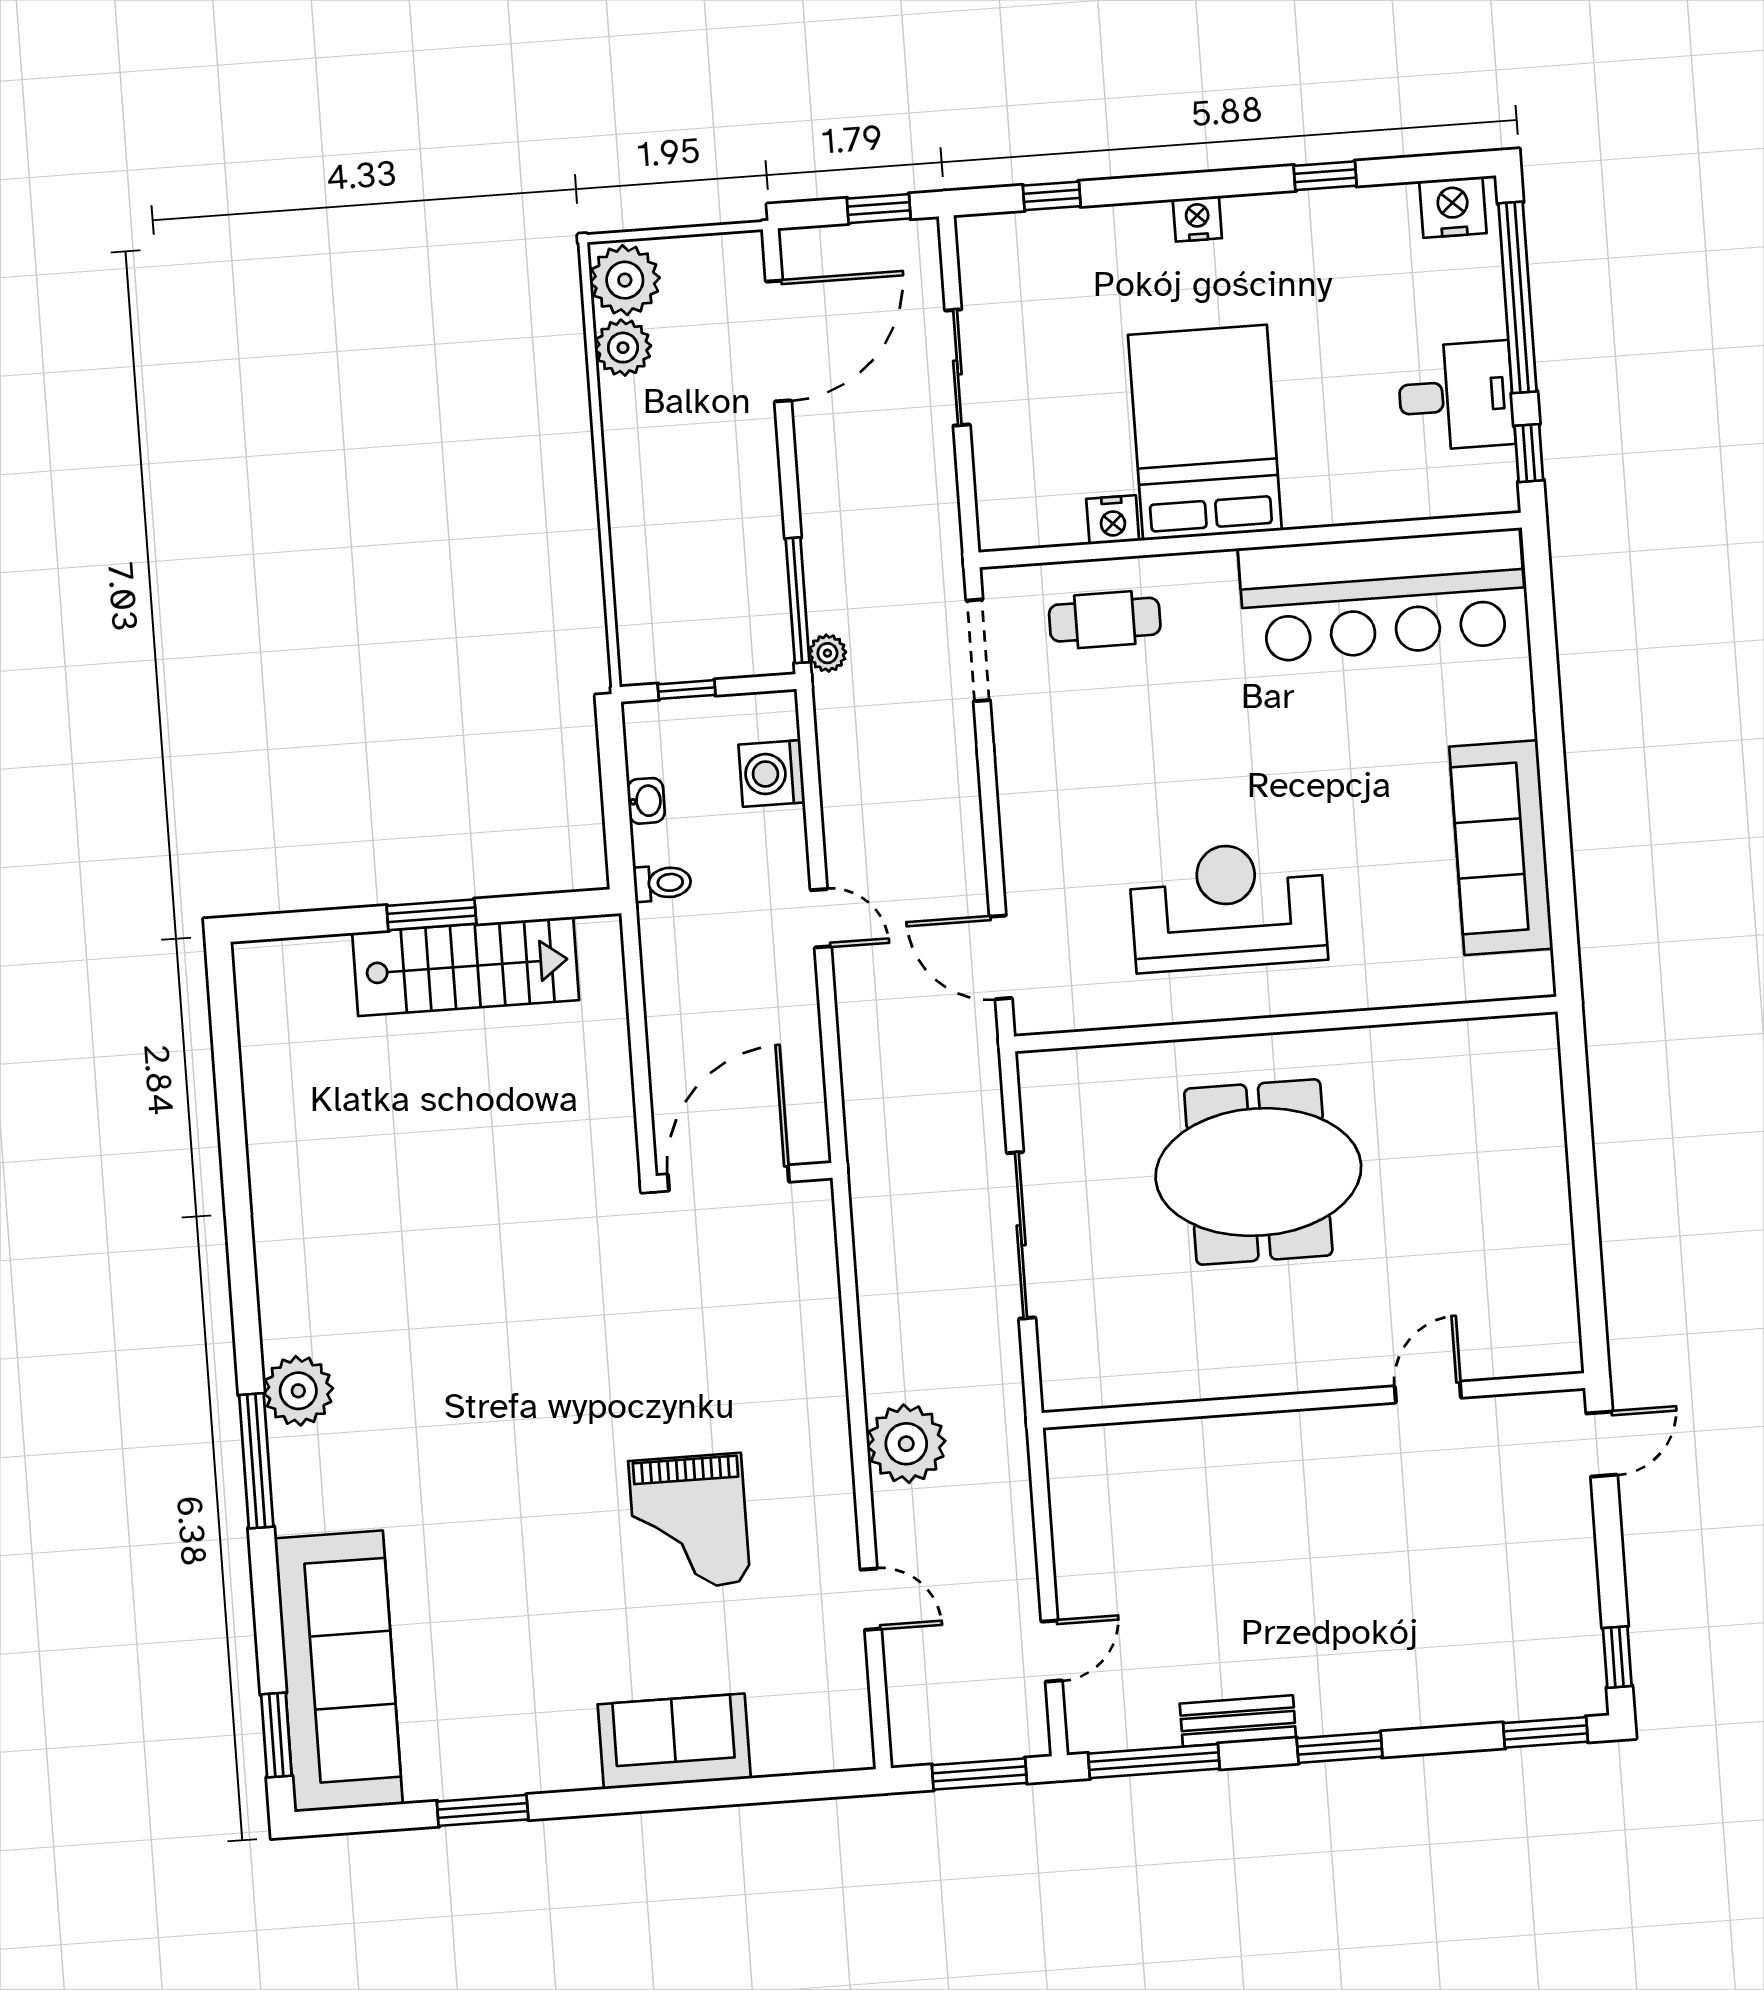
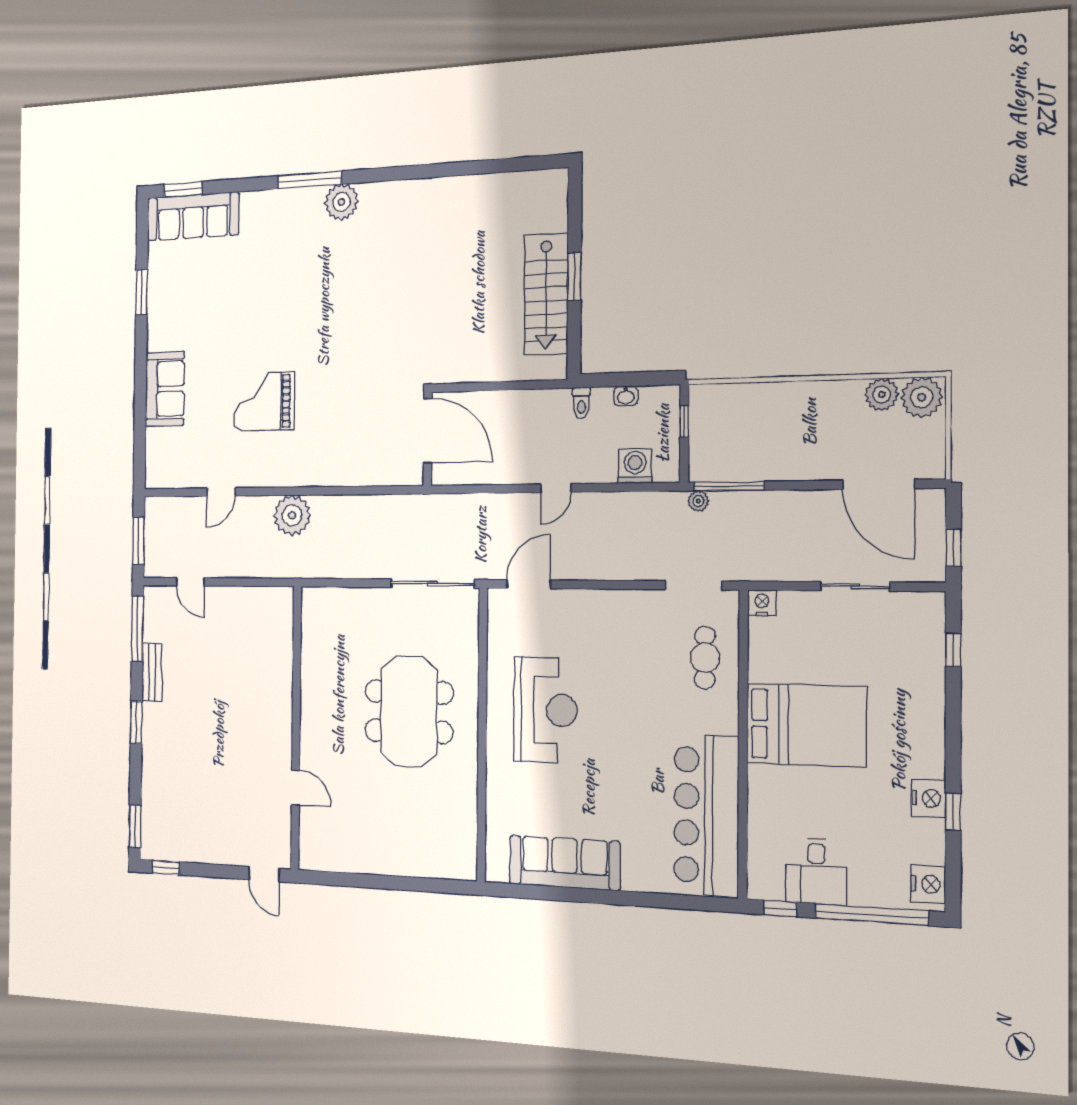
nightstand: (1197, 219) -> (928, 798), moved, width x1.36, depth x1.33
nightstand: (1113, 520) -> (762, 603), moved, turned 90
sliding door: (1021, 1235) -> (432, 584), moved
sofa: (339, 1671) -> (193, 216), width x0.74, depth x0.79

